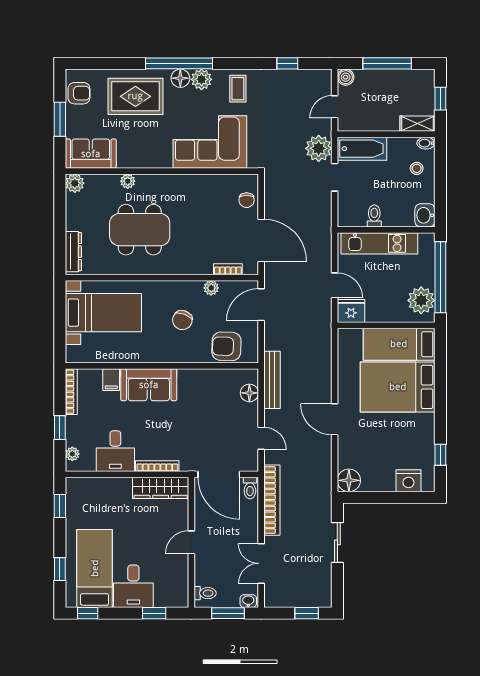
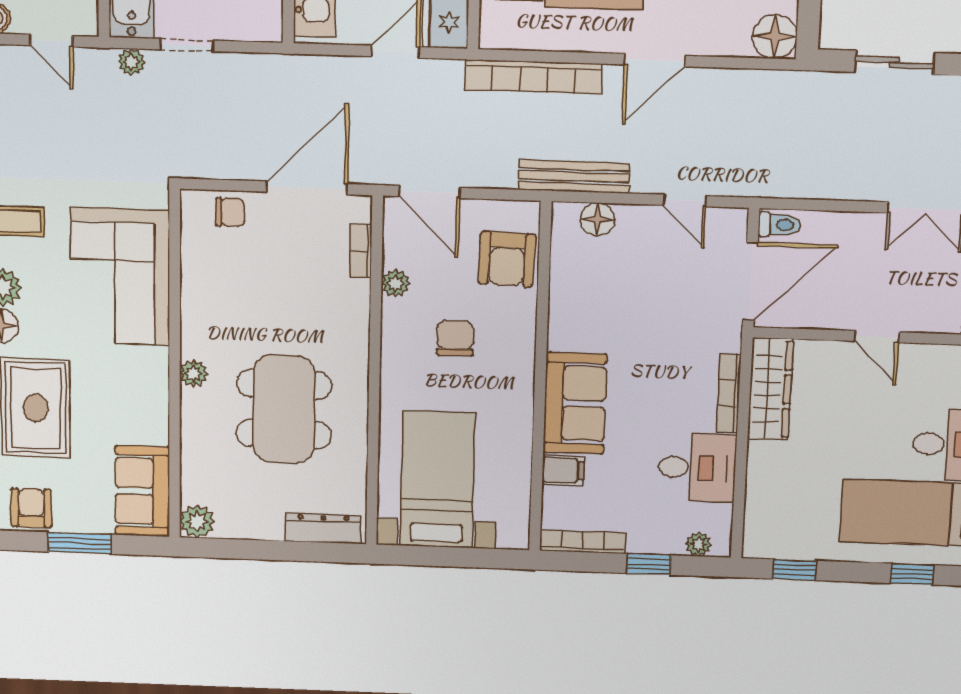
plant: (319, 148) -> (131, 62), width x0.53, depth x0.53
plant: (128, 181) -> (194, 373), moved
chair: (182, 320) -> (455, 338), turned -111
door: (261, 438) -> (685, 201), swing flipped
bookcase: (272, 500) -> (533, 77), moved, turned 180

